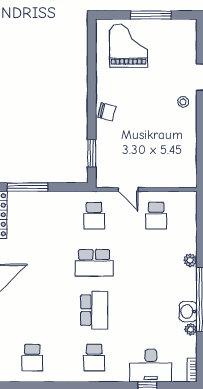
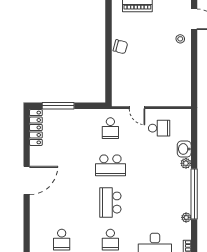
window: (92, 153) -> (109, 79), removed
school desk: (156, 216) -> (159, 128), turned -90
school desk: (94, 310) -> (110, 203), turned 180
washbasin: (188, 312) -> (184, 149), moved

